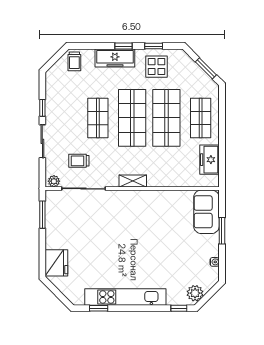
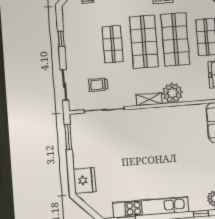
sliding door: (42, 141) -> (64, 85), moved
plant: (54, 181) -> (172, 93), moved, width x1.88, depth x1.88

